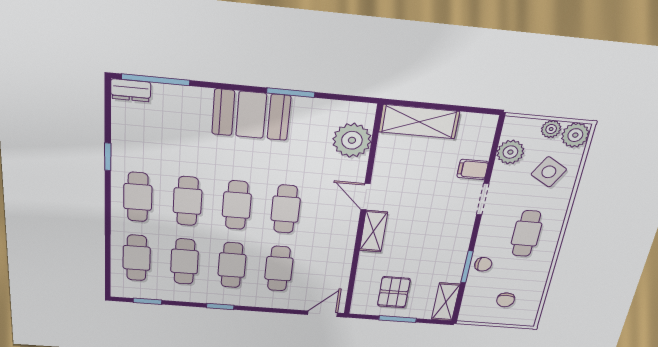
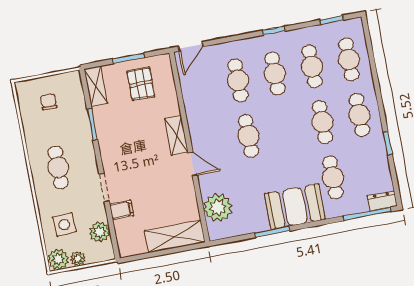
side table: (549, 172) -> (64, 224), turned -33
cafe table: (237, 205) -> (333, 177), moved
chair: (483, 264) -> (80, 130), removed

